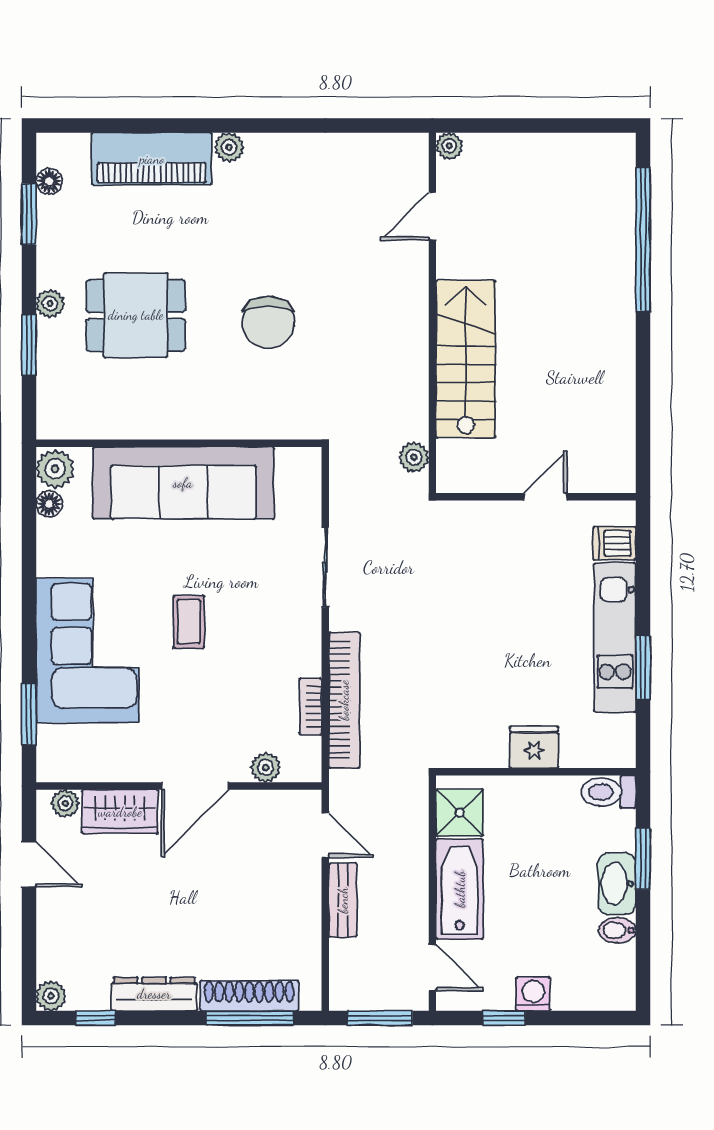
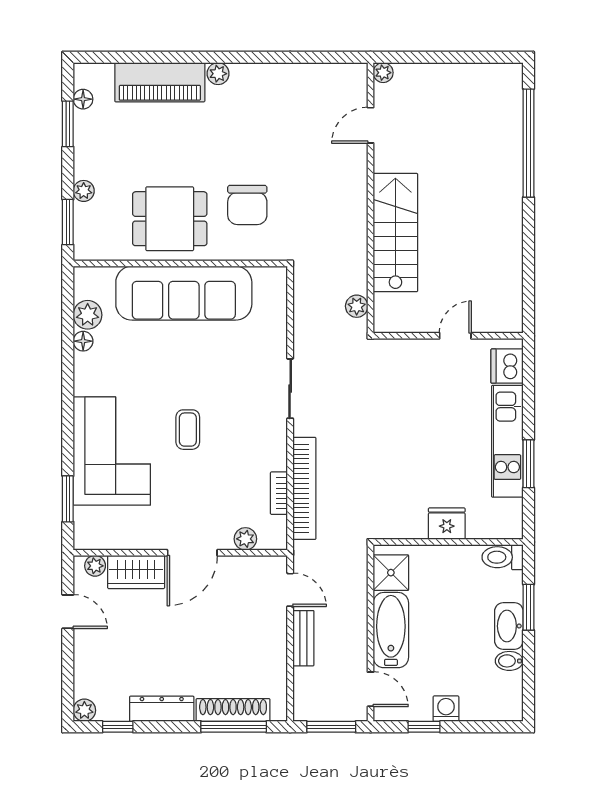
dining table: (136, 315) -> (170, 219), moved
wall: (179, 443) -> (180, 263), moved
sofa: (183, 483) -> (184, 293), moved
dishwasher: (614, 543) -> (507, 366), width x1.38

